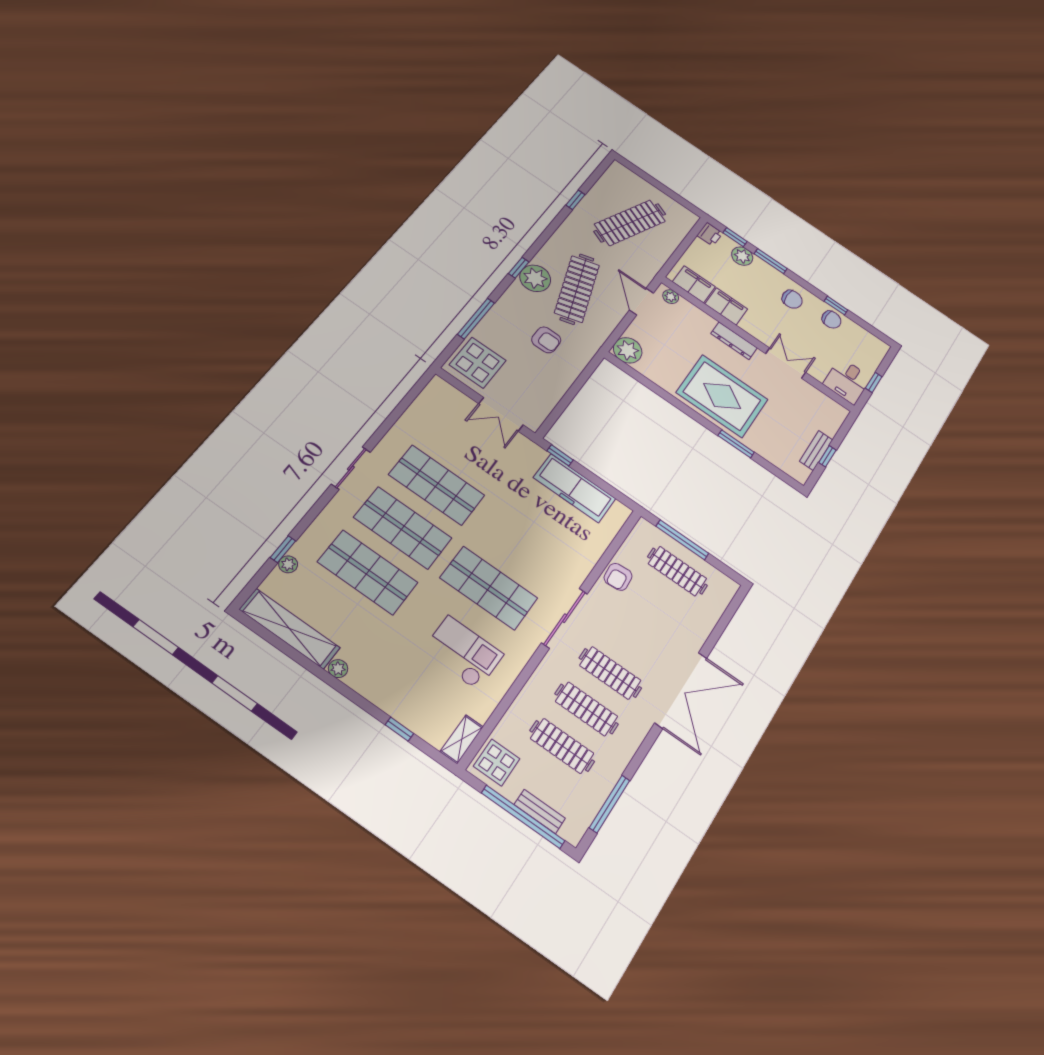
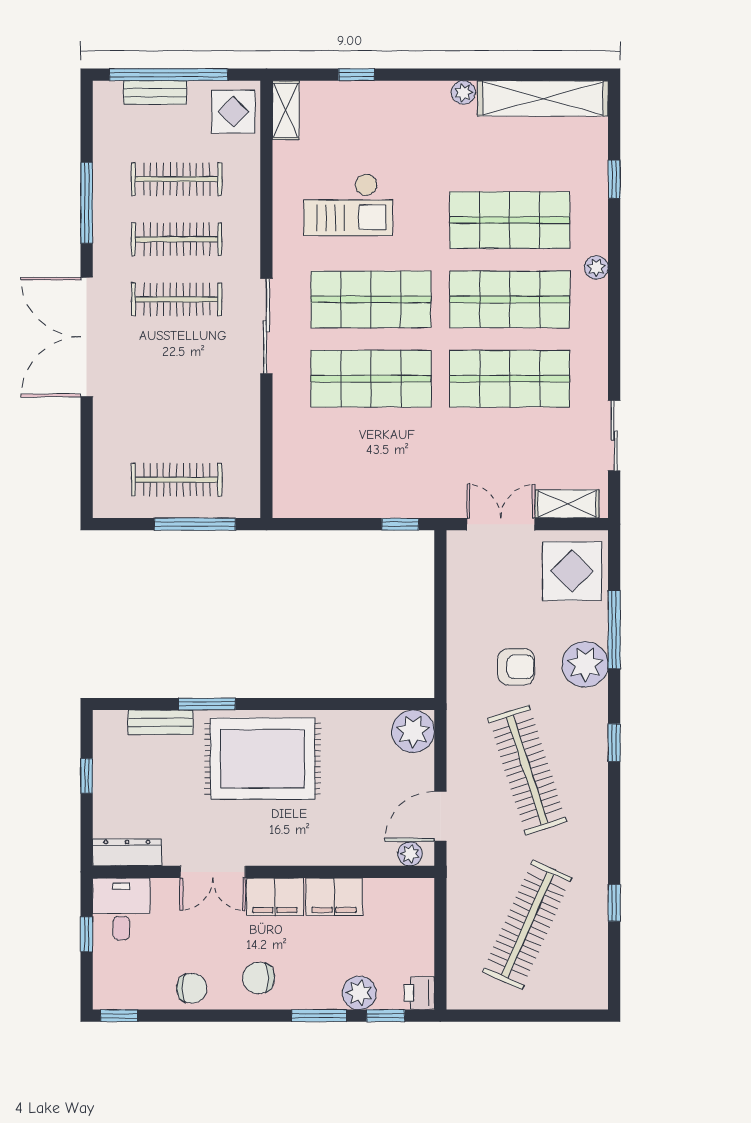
plant: (535, 278) -> (585, 664), moved
filing cabinet: (694, 284) -> (275, 897), moved
door: (641, 302) -> (440, 816), swing flipped
window: (836, 306) -> (119, 1016), moved
chair: (831, 320) -> (192, 988), turned 180
armchair: (546, 340) -> (516, 667), turned 180
dresser: (734, 341) -> (127, 852), moved
shelving: (454, 397) -> (567, 504), added
bench: (816, 451) -> (160, 722), moved, turned 90
sliding door: (351, 468) -> (614, 436), moved
freezer: (575, 488) -> (357, 495), removed
shop shelf: (521, 544) -> (371, 379), added
plant: (288, 564) -> (596, 267), moved
armchair: (618, 577) -> (239, 421), removed
window: (610, 804) -> (87, 203), moved

